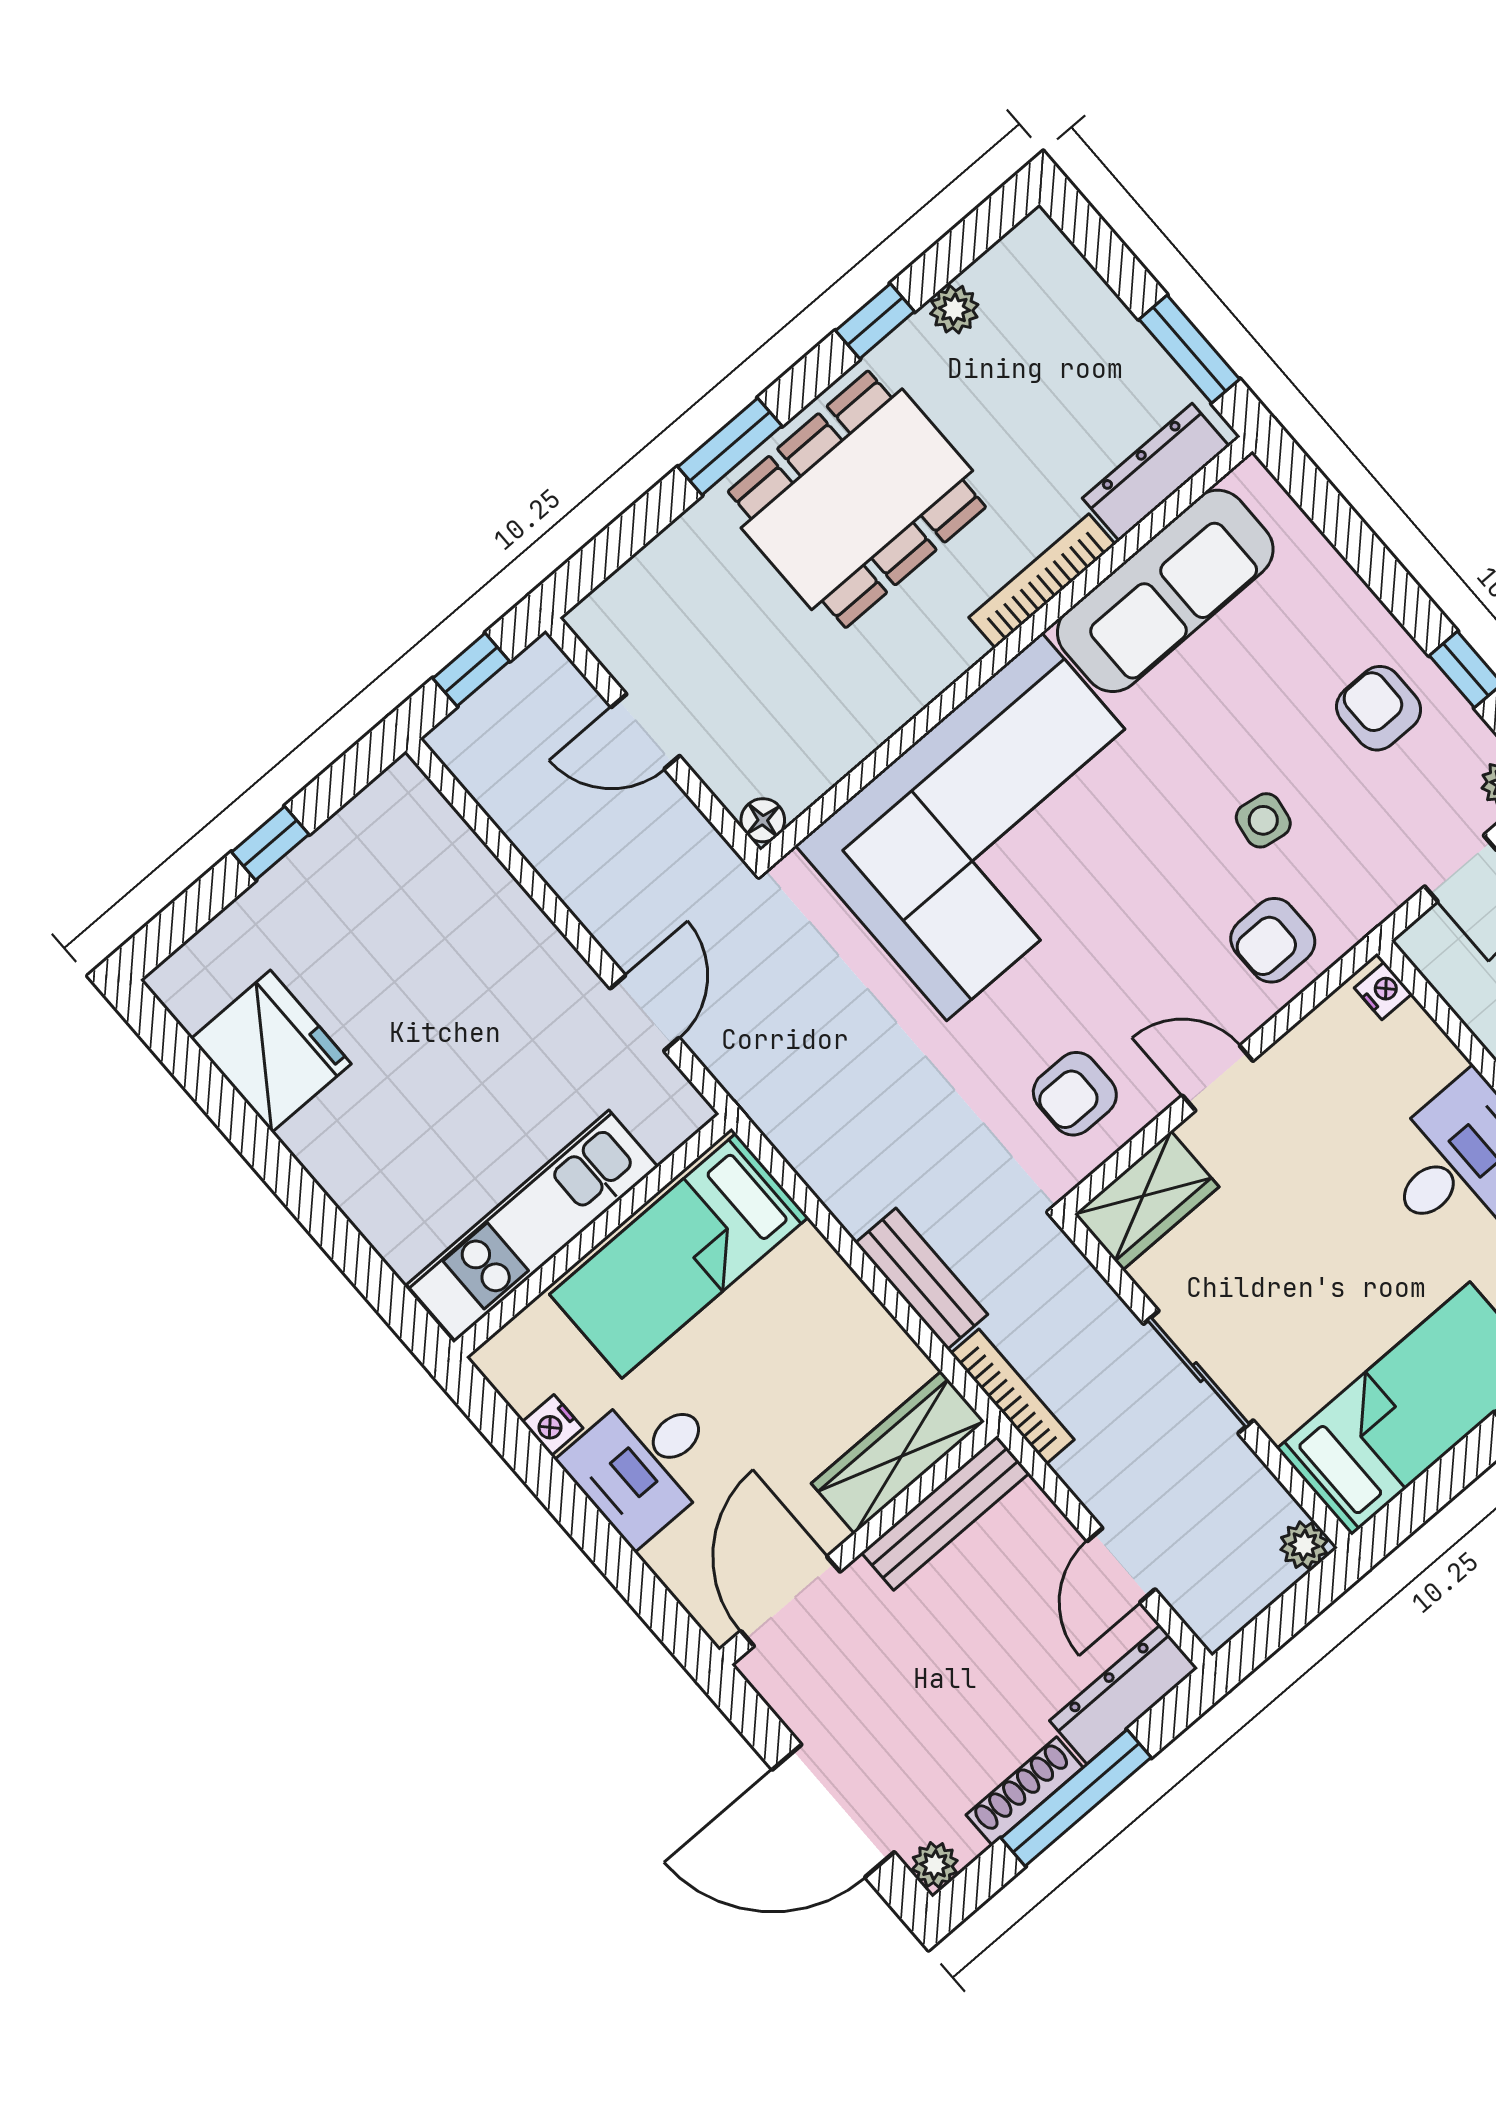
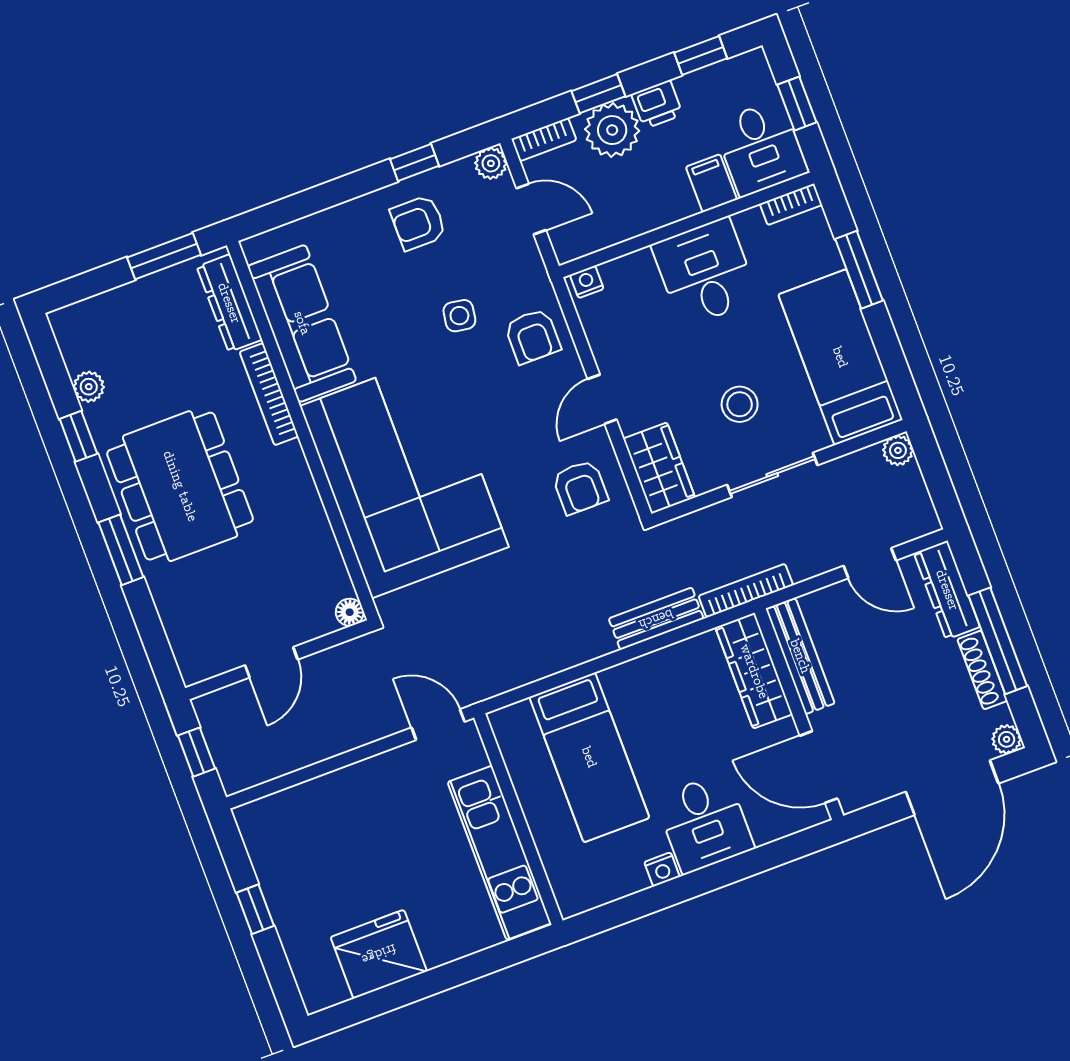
kitchen unit: (532, 1226) -> (499, 853), moved
wall: (593, 1235) -> (518, 819), moved
stool: (1286, 1285) -> (740, 404), added

